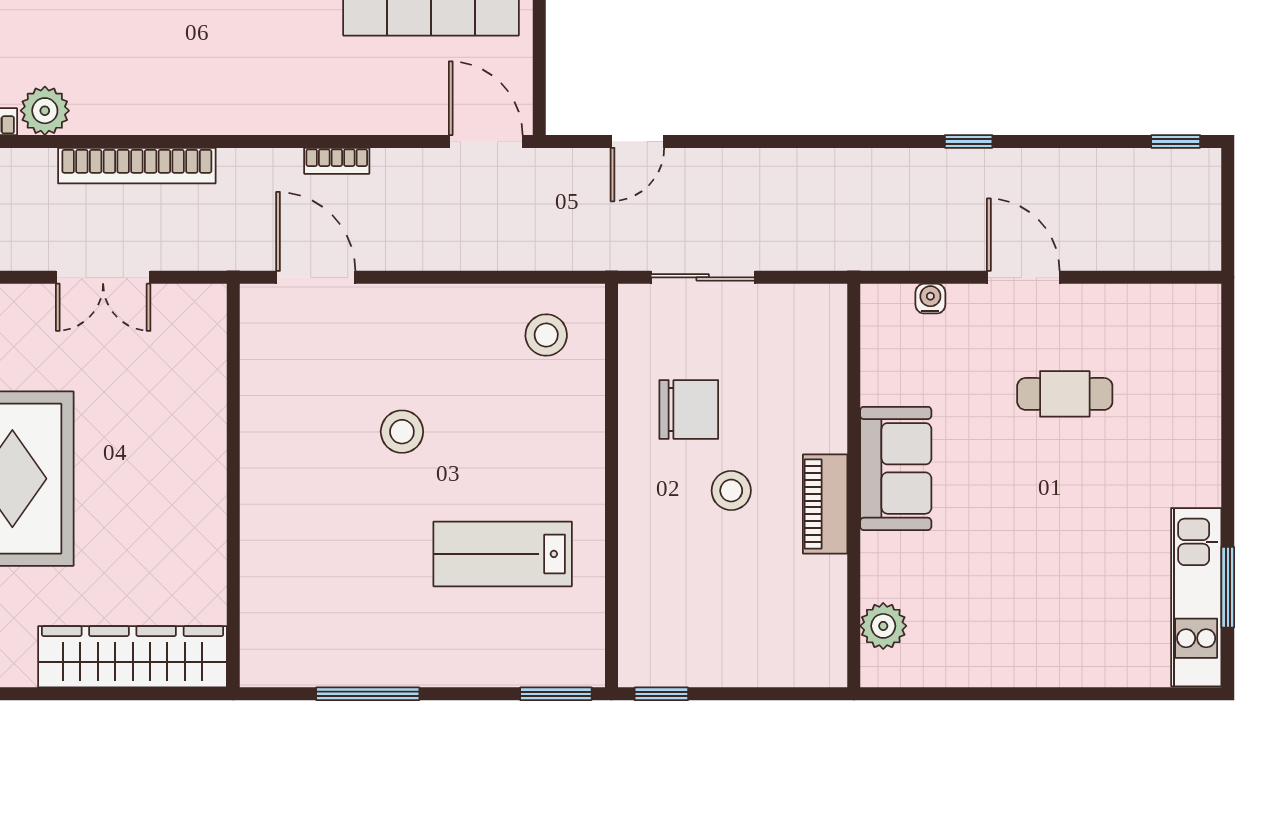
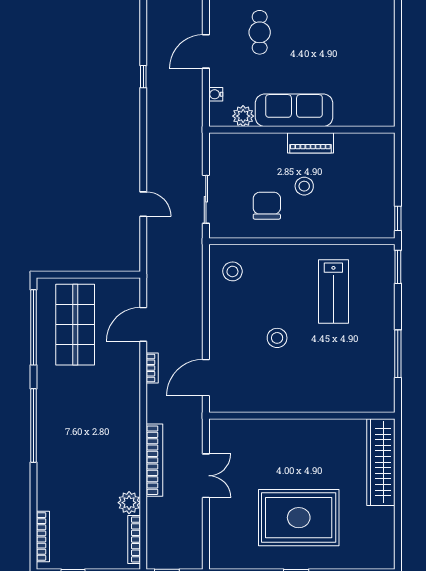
door: (486, 141) -> (143, 324), moved
door: (637, 141) -> (143, 204), moved
sofa: (896, 468) -> (294, 110), width x1.36
plant: (883, 626) -> (243, 116), moved

